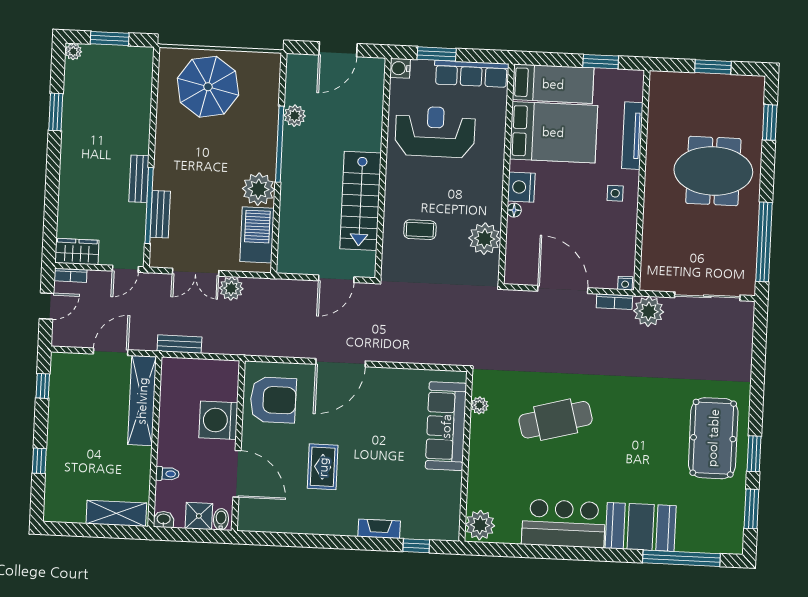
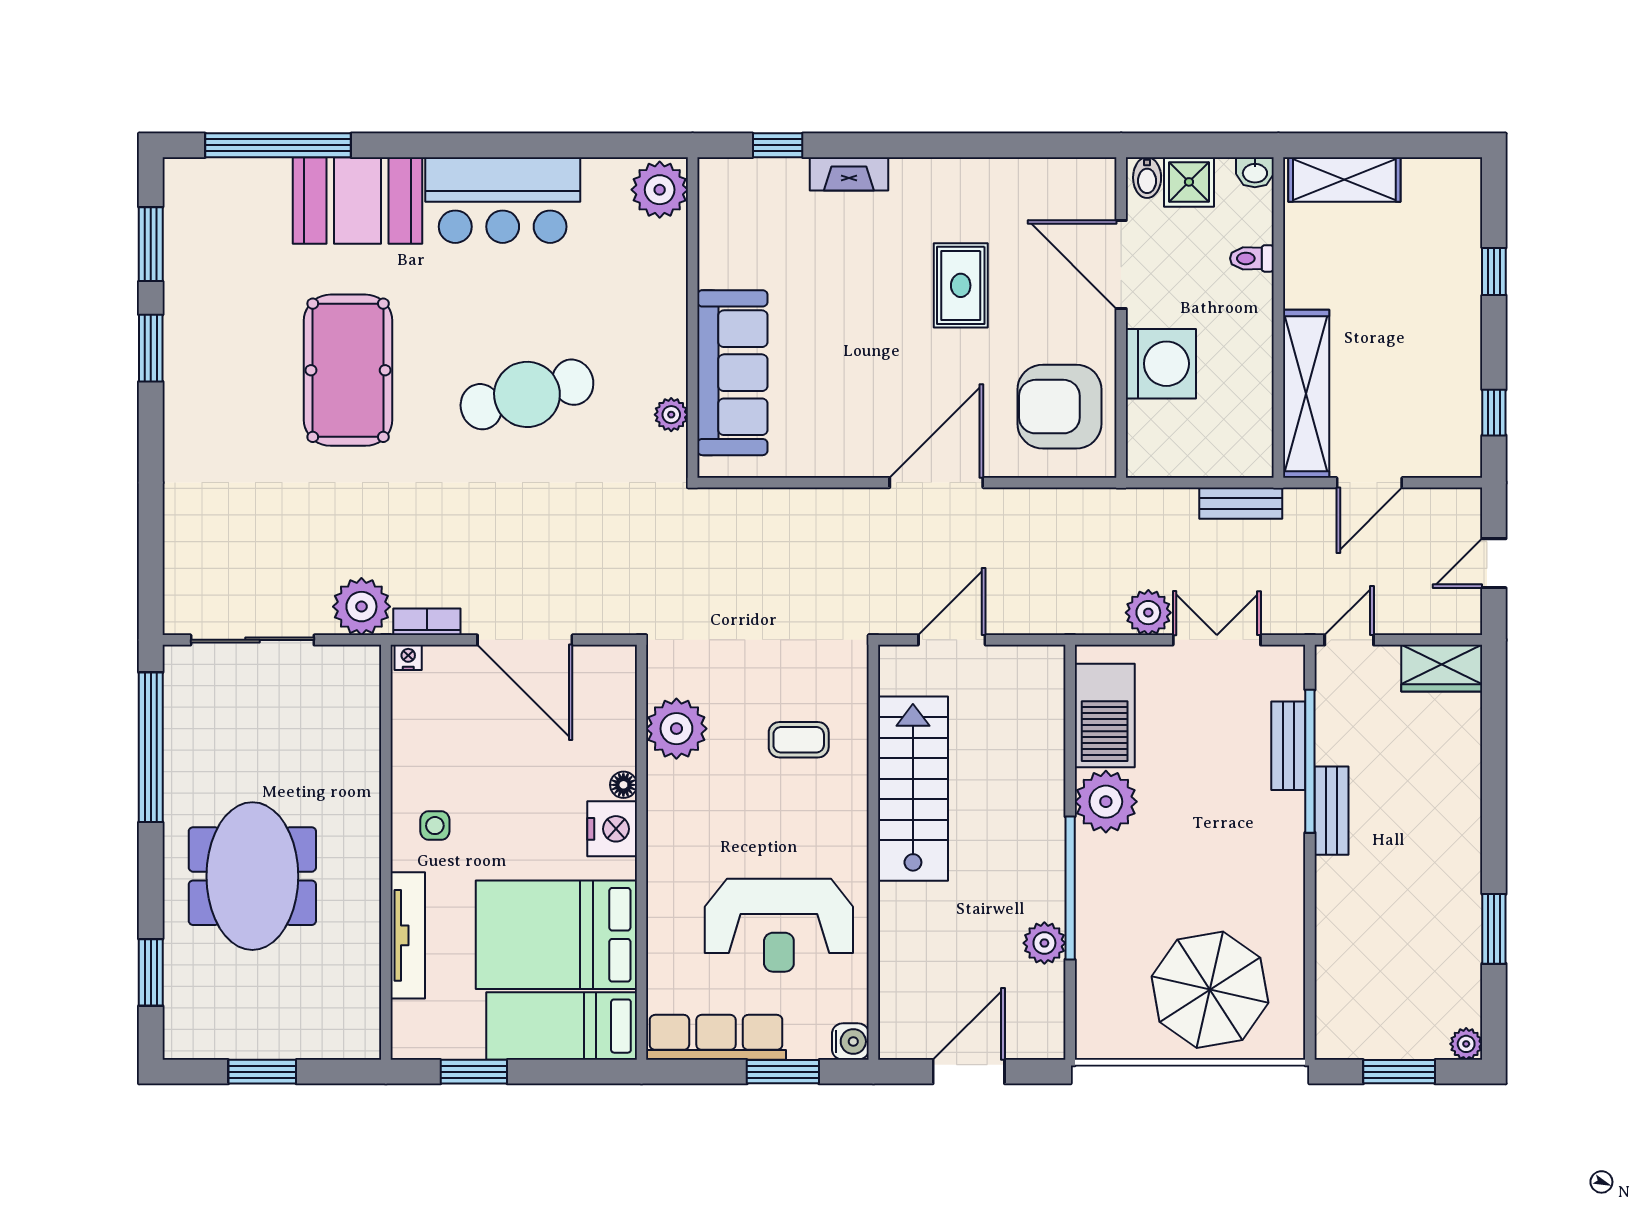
meeting table: (713, 171) -> (252, 876), turned 90
bookcase: (70, 275) -> (1452, 623), removed
pool table: (713, 438) -> (348, 370), moved

